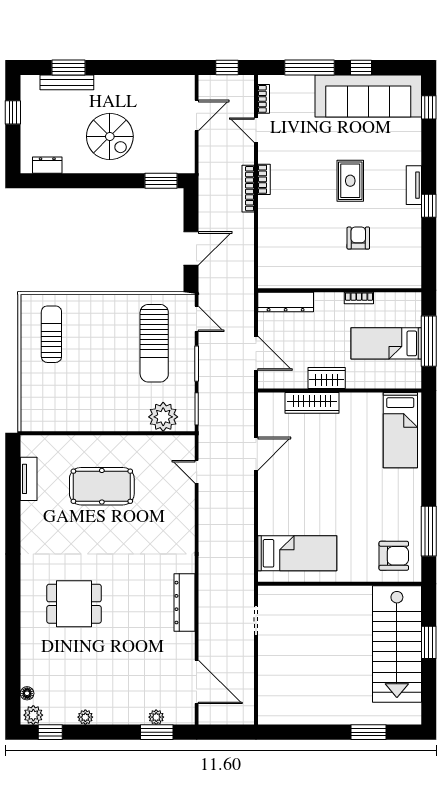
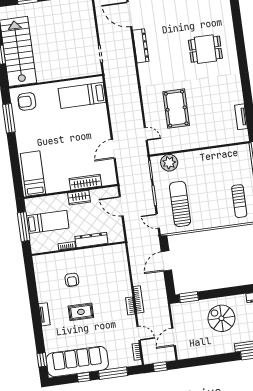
rug: (350, 181) -> (81, 312), turned 90
window: (429, 206) -> (34, 304), removed
dresser: (286, 302) -> (91, 240), moved
pool table: (102, 486) -> (176, 109), moved, turned 90
dresser: (184, 603) -> (141, 46), moved

